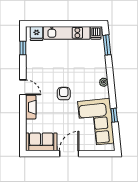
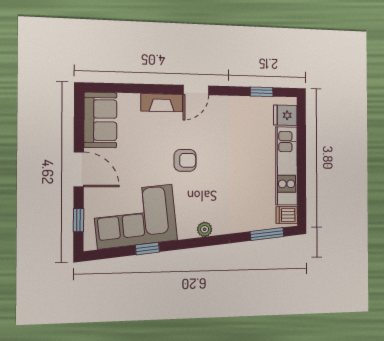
window: (98, 154) -> (79, 220), added

